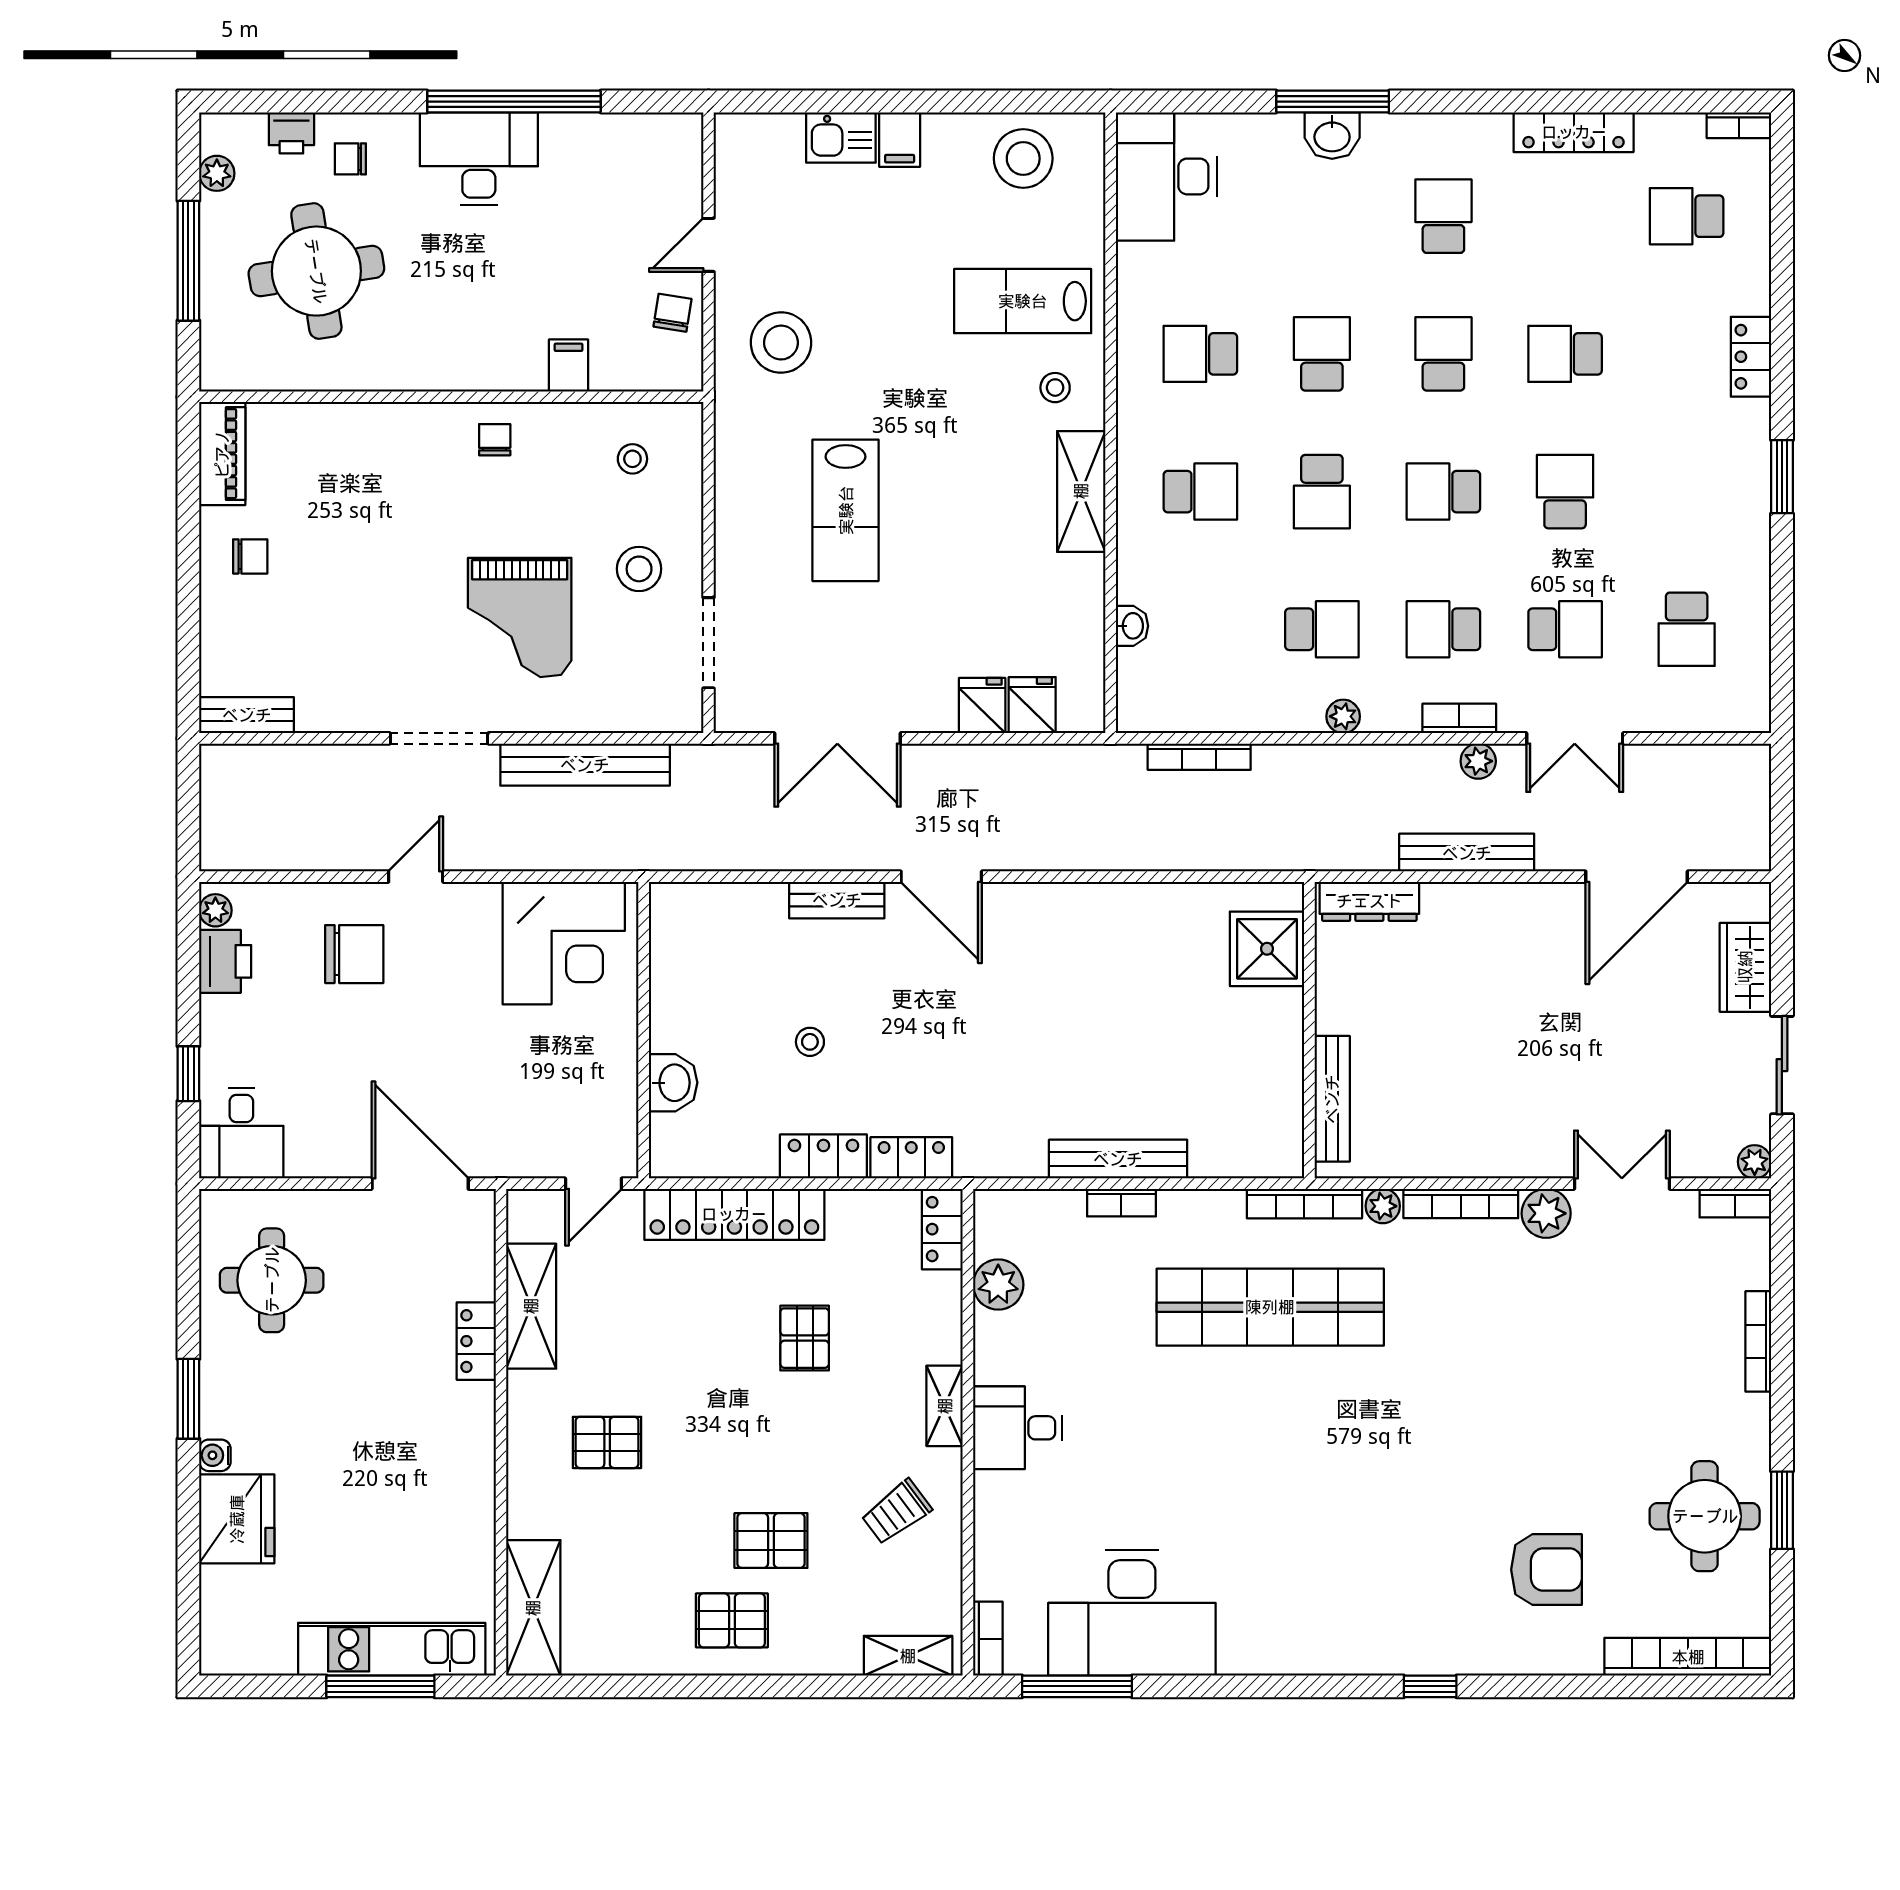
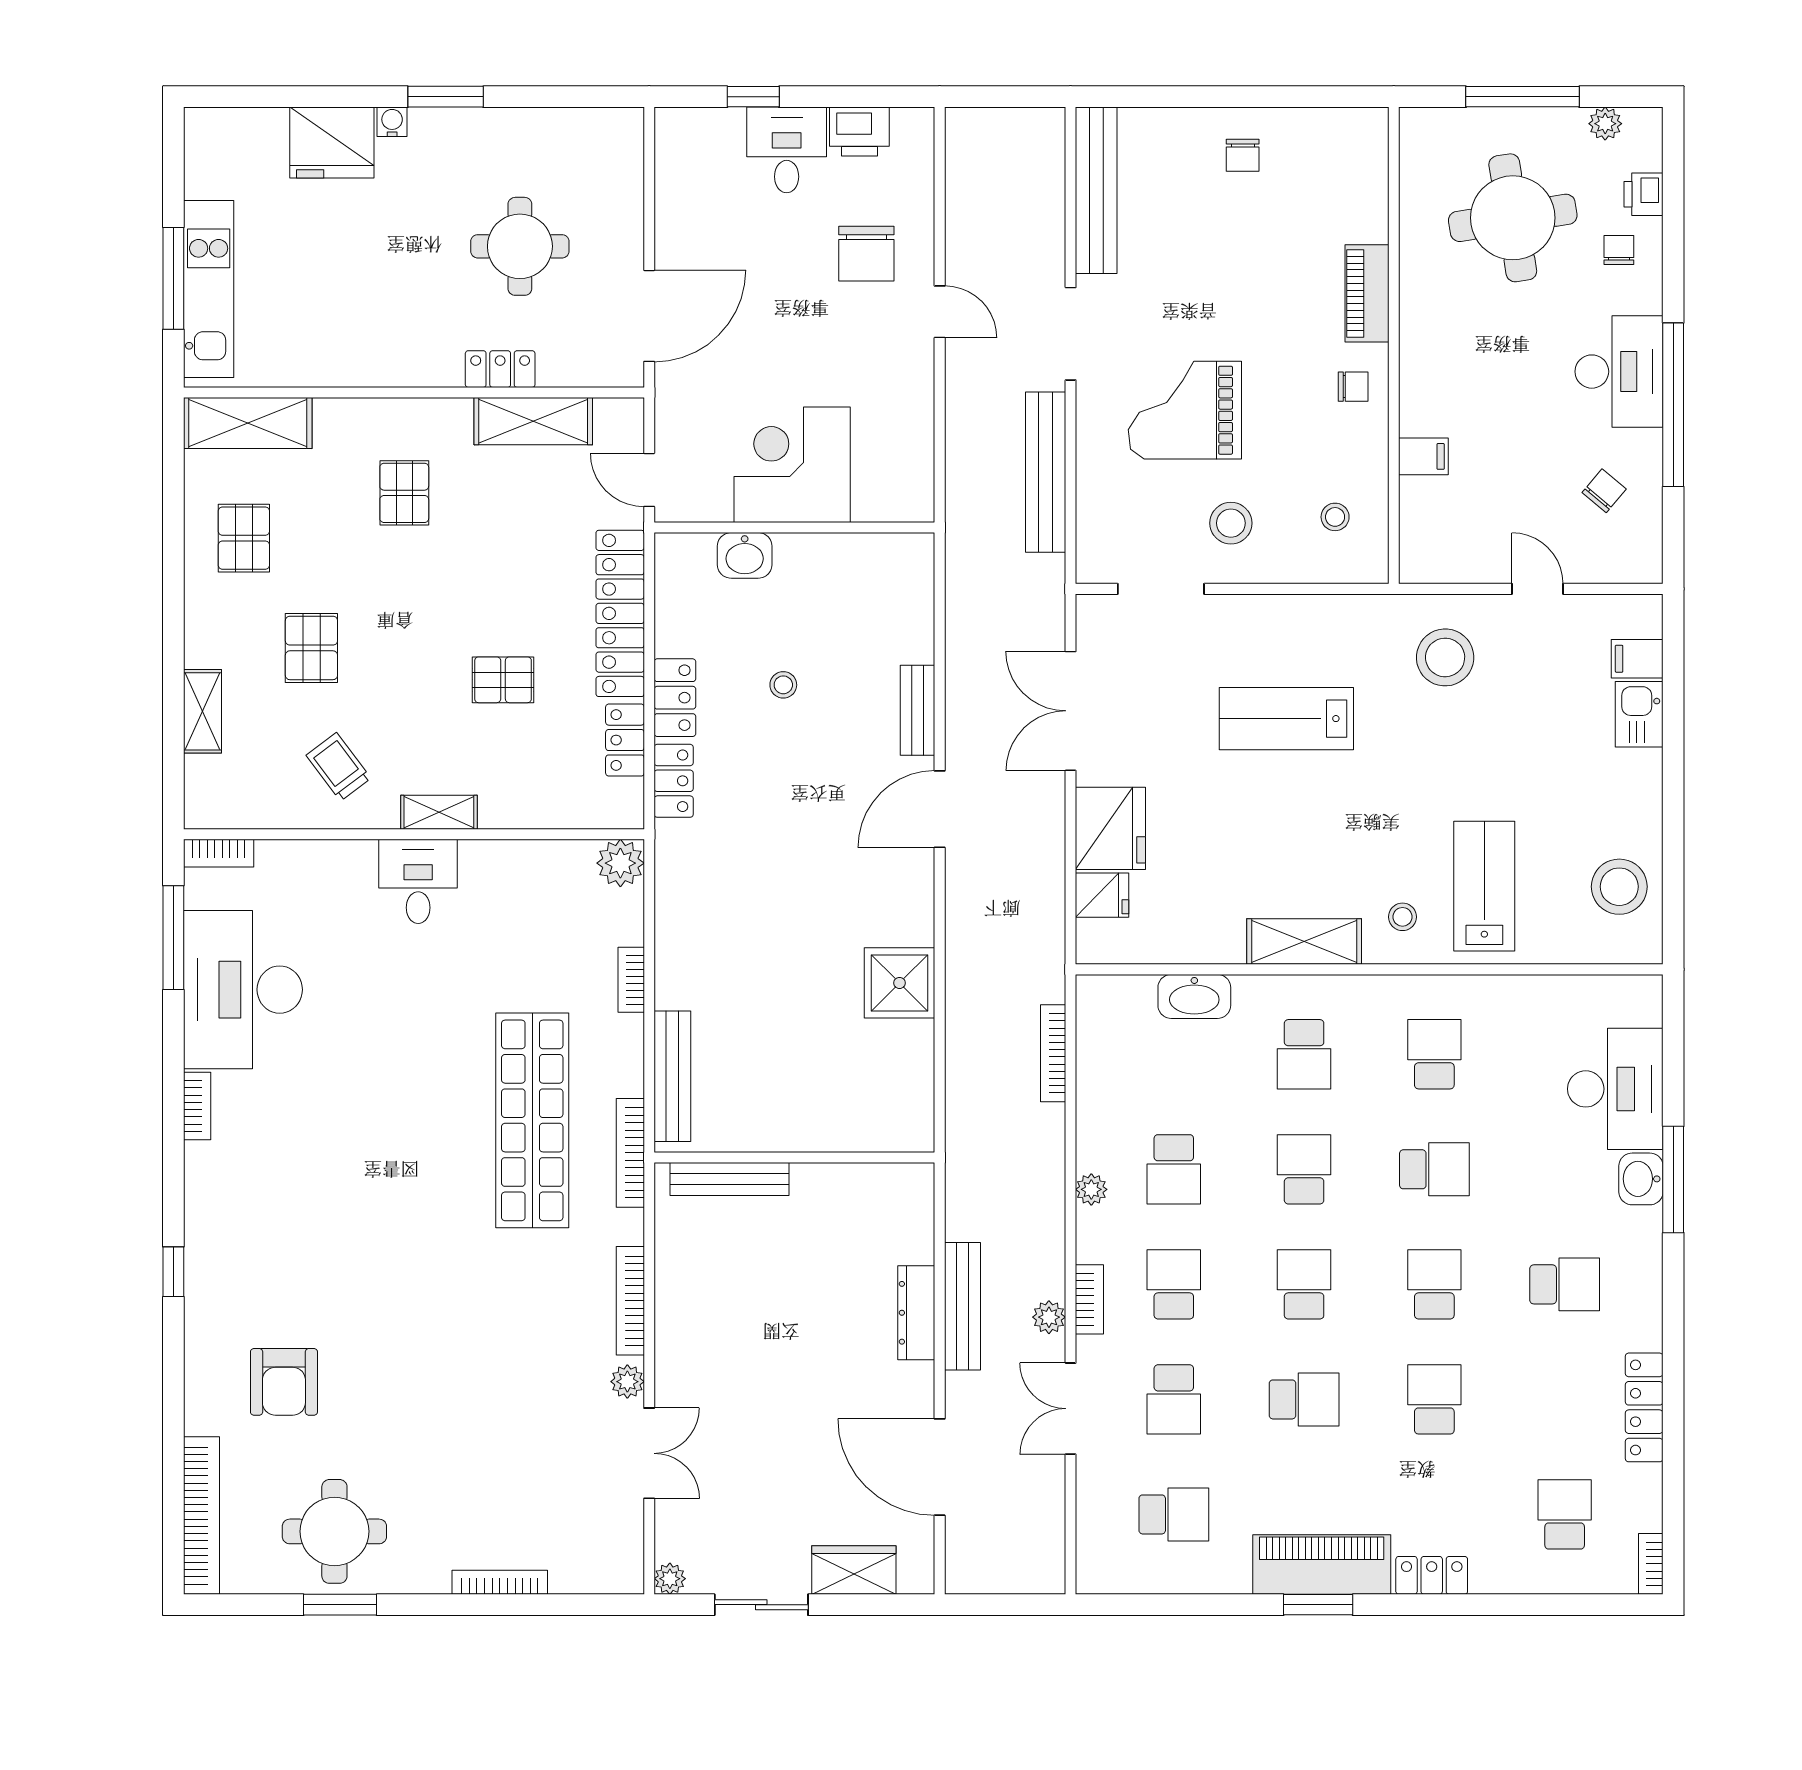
filing cabinet: (900, 140) -> (1637, 659), moved
desk: (1166, 176) -> (1615, 1089), moved, turned 90
chair: (672, 313) -> (1604, 491), moved, turned -59
school desk: (1443, 354) -> (1434, 1284), turned -90
piano: (222, 454) -> (1367, 293), moved, turned 90
piano: (1740, 473) -> (1322, 1565), added
school desk: (1322, 492) -> (1304, 1169), turned 90
washbasin: (1132, 626) -> (1194, 996), width x1.91, depth x1.45
school desk: (1687, 629) -> (1174, 1514), turned 180
fridge: (982, 706) -> (1110, 828), width x1.88, depth x1.34
bench: (247, 715) -> (1096, 190), width x1.86, depth x1.21
dresser: (1369, 901) -> (916, 1313), moved
plant: (215, 910) -> (908, 122), removed
corner desk: (564, 943) -> (792, 465), moved, turned 90
shower: (1267, 949) -> (899, 983), moved
desk: (241, 1133) -> (787, 150), moved, turned 90
bench: (1118, 1159) -> (672, 1076), moved
bookcase: (1735, 1203) -> (197, 1106), moved, turned 180
plant: (1383, 1206) -> (628, 1227), removed
plant: (1546, 1213) -> (627, 1382), width x0.73, depth x0.73
locker: (942, 1229) -> (625, 740), moved, turned -90
round table: (272, 1280) -> (520, 246), moved
plant: (998, 1285) -> (620, 863), moved
pallet: (732, 1620) -> (244, 538), moved
shelving: (908, 1656) -> (202, 711), moved

